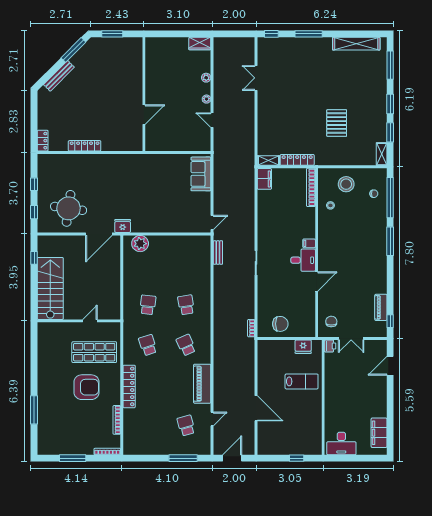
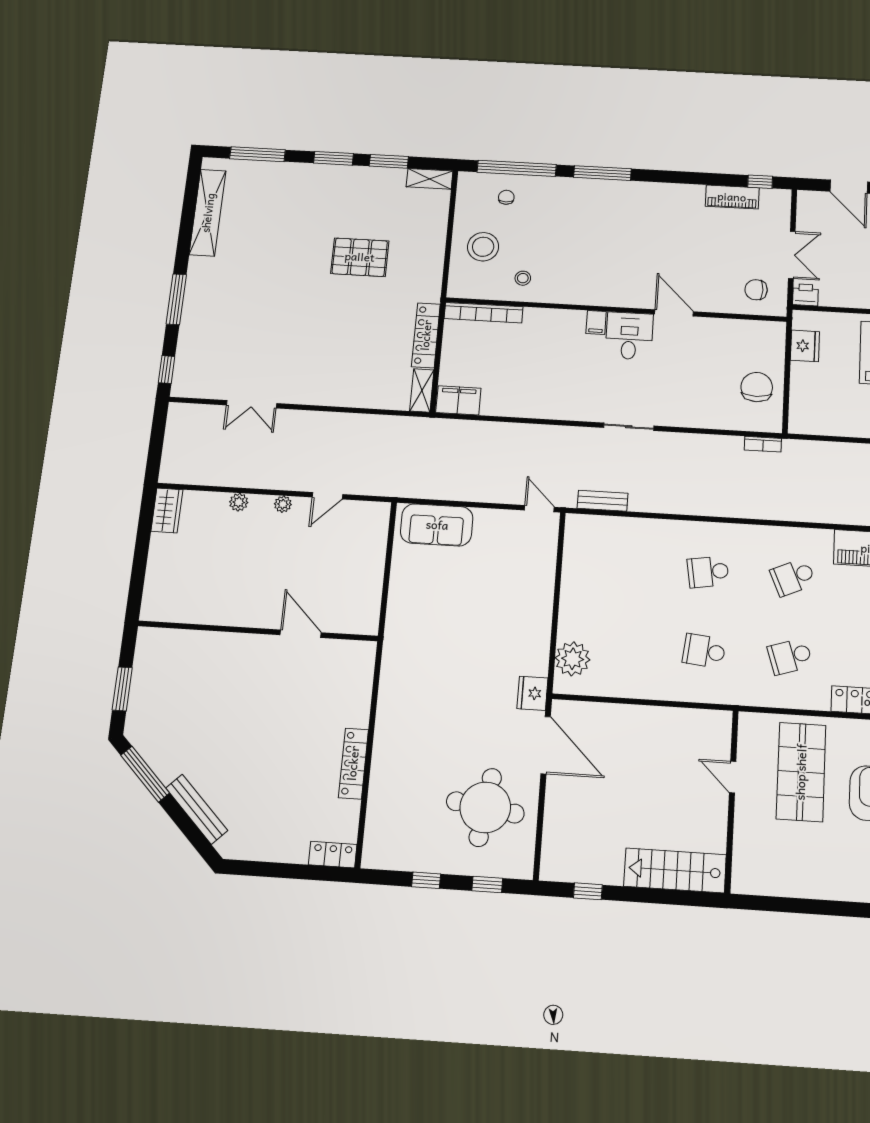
stairs: (50, 288) -> (675, 870), width x0.73, depth x0.66

